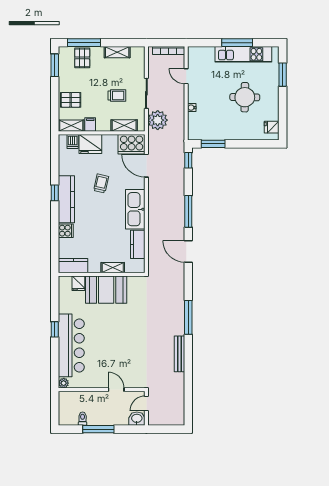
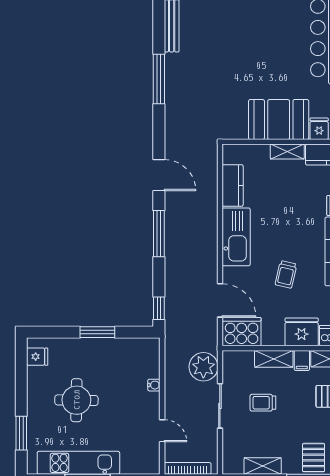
shelving: (124, 126) -> (274, 359), moved
window: (213, 144) -> (97, 332), moved
shelving: (113, 268) -> (287, 152), moved

